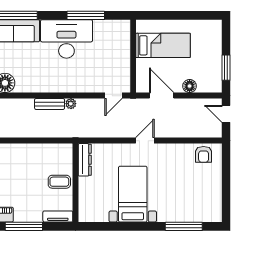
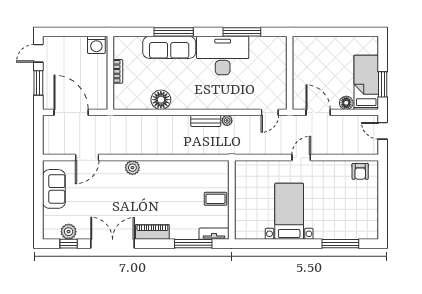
bed: (163, 45) -> (366, 82), moved, turned -90
dresser: (85, 160) -> (241, 177), removed
window: (24, 226) -> (193, 244), moved

